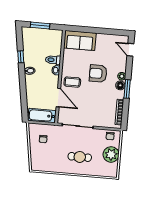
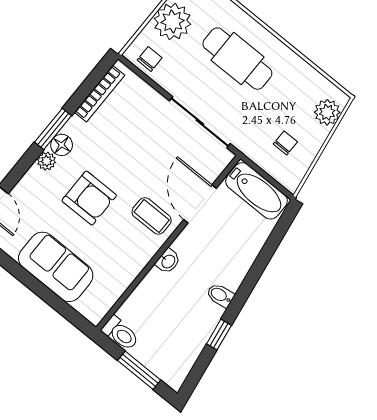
sofa: (80, 41) -> (56, 267), moved
toilet: (53, 60) -> (120, 333), moved
cafe table: (80, 157) -> (237, 59), width x1.37, depth x1.35
plant: (36, 160) -> (327, 112), added

